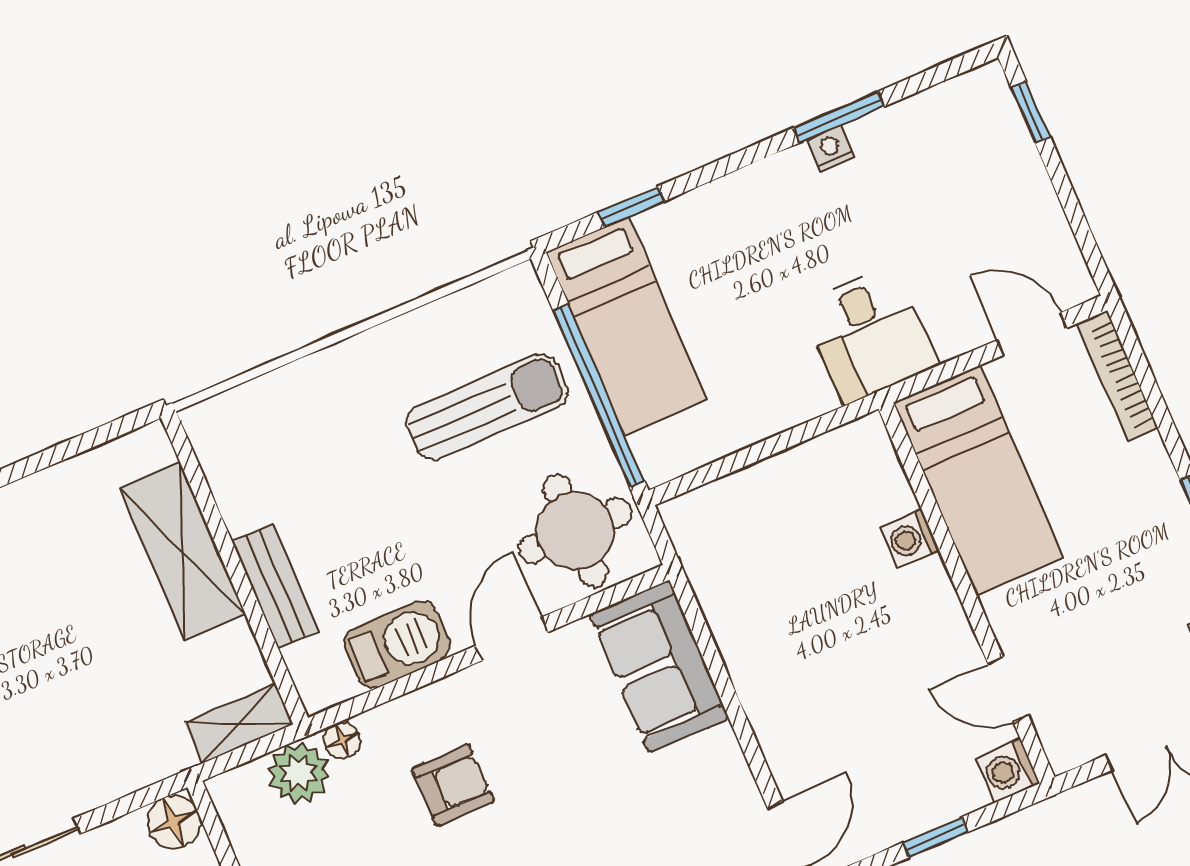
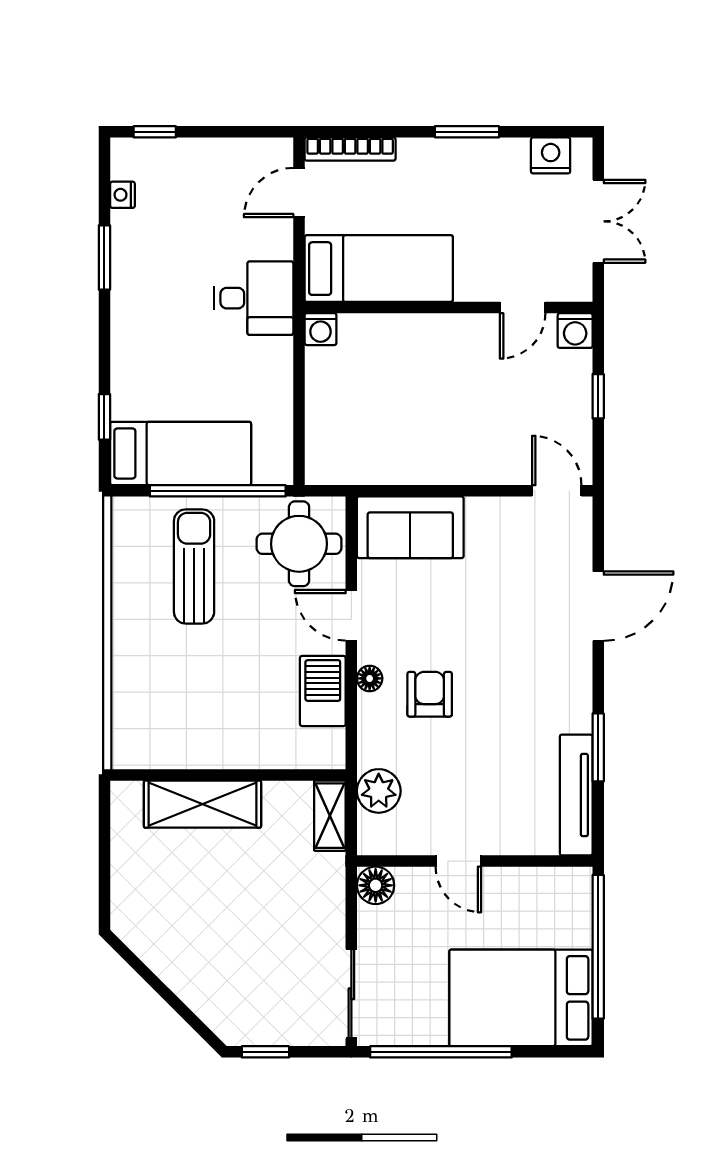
nightstand: (831, 148) -> (122, 195), moved
washing machine: (910, 539) -> (321, 329), moved
bench: (275, 586) -> (251, 754), removed
floor lamp: (342, 740) -> (370, 678), moved

